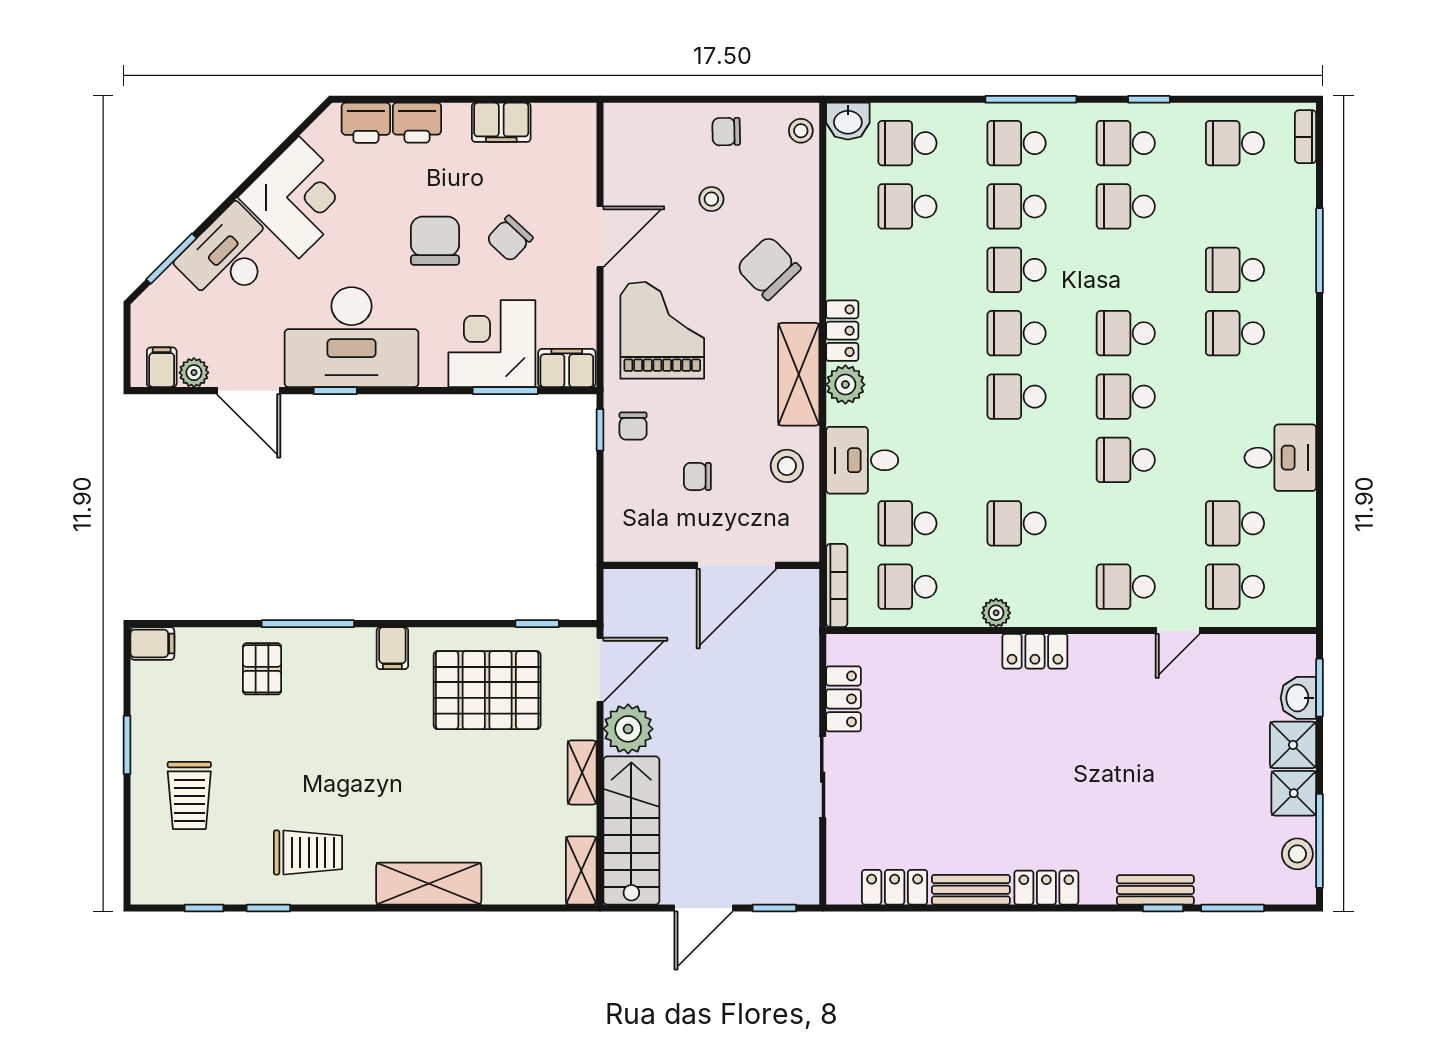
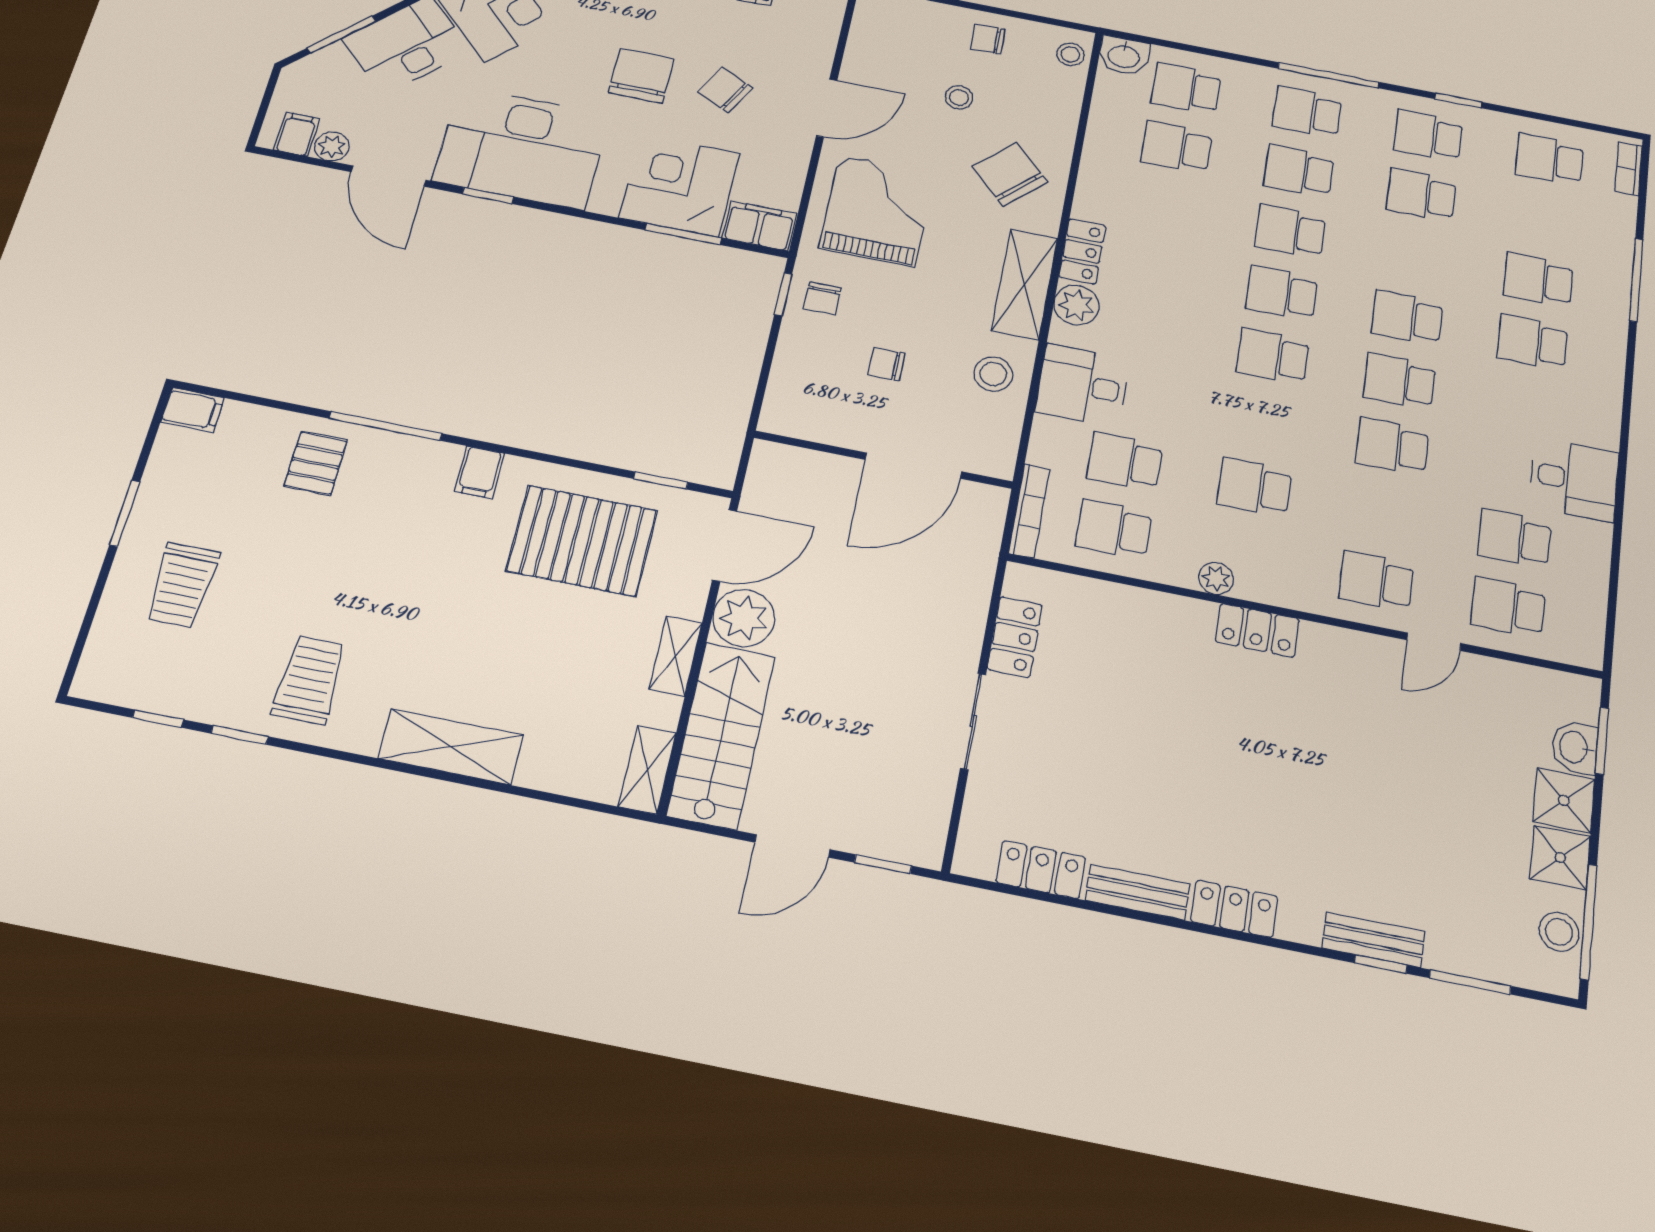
chair: (510, 239) -> (725, 90), turned 74
trolley: (308, 852) -> (309, 680), turned -90

